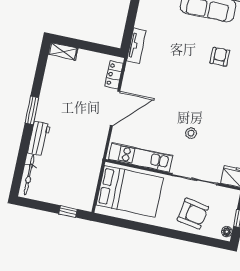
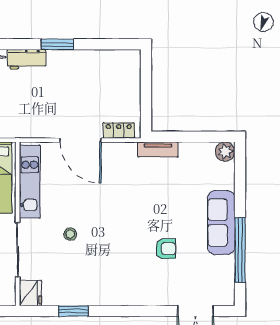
shelving: (63, 51) -> (133, 66), removed

